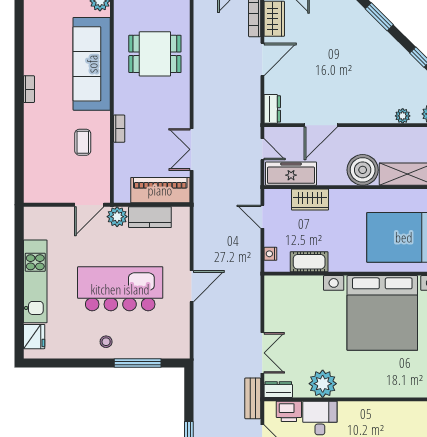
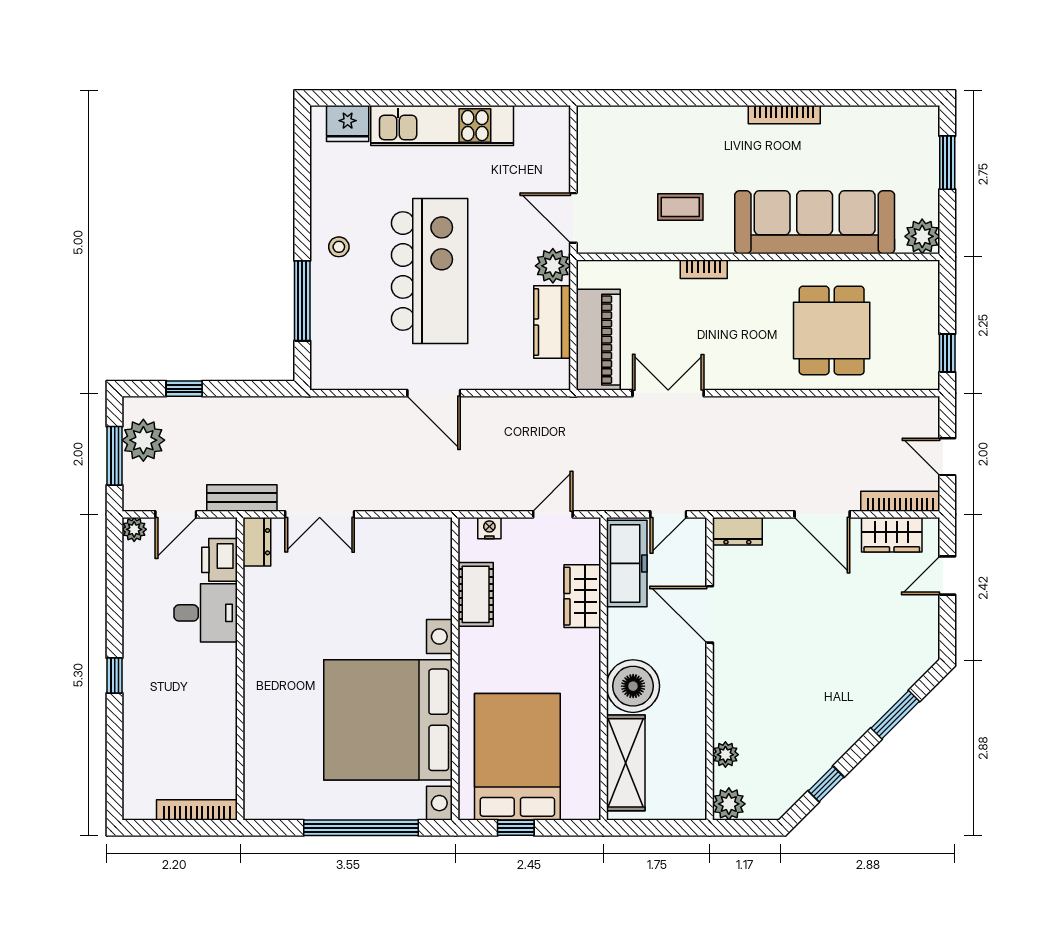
bookcase: (29, 89) -> (784, 115), width x1.56
plant: (323, 384) -> (267, 618), removed

